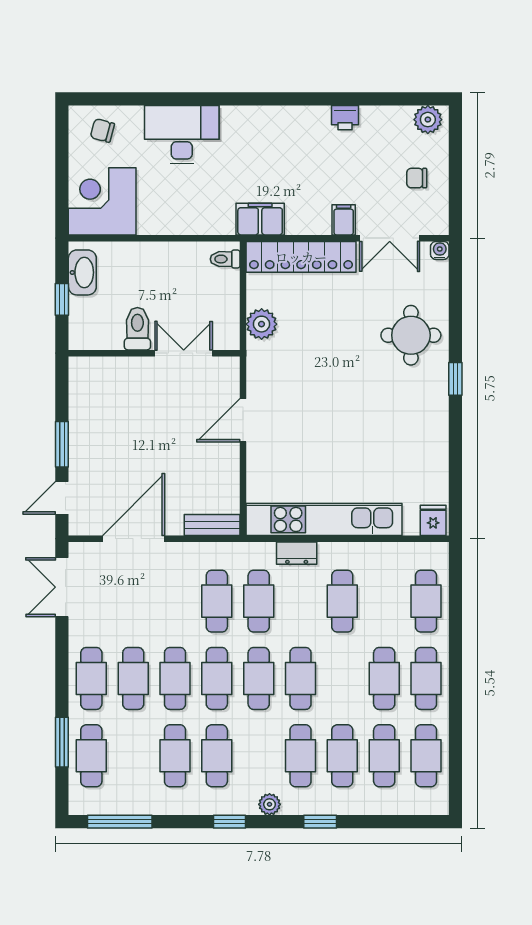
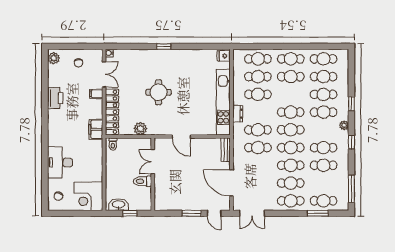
printer: (345, 118) -> (55, 98), width x1.87, depth x1.48
round table: (411, 335) -> (158, 92), moved
cafe table: (384, 601) -> (258, 77), added

